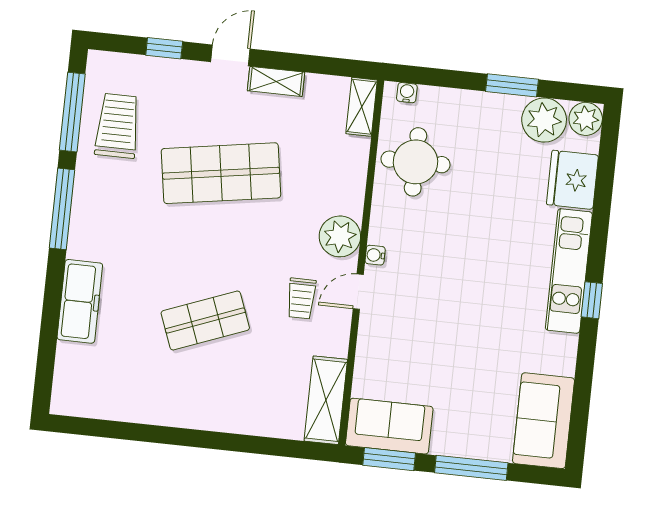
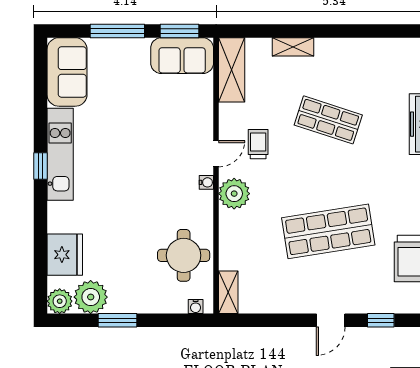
shelving: (276, 81) -> (293, 47), moved
kitchen unit: (569, 271) -> (60, 154), moved
shop shelf: (205, 321) -> (328, 120), turned 39

